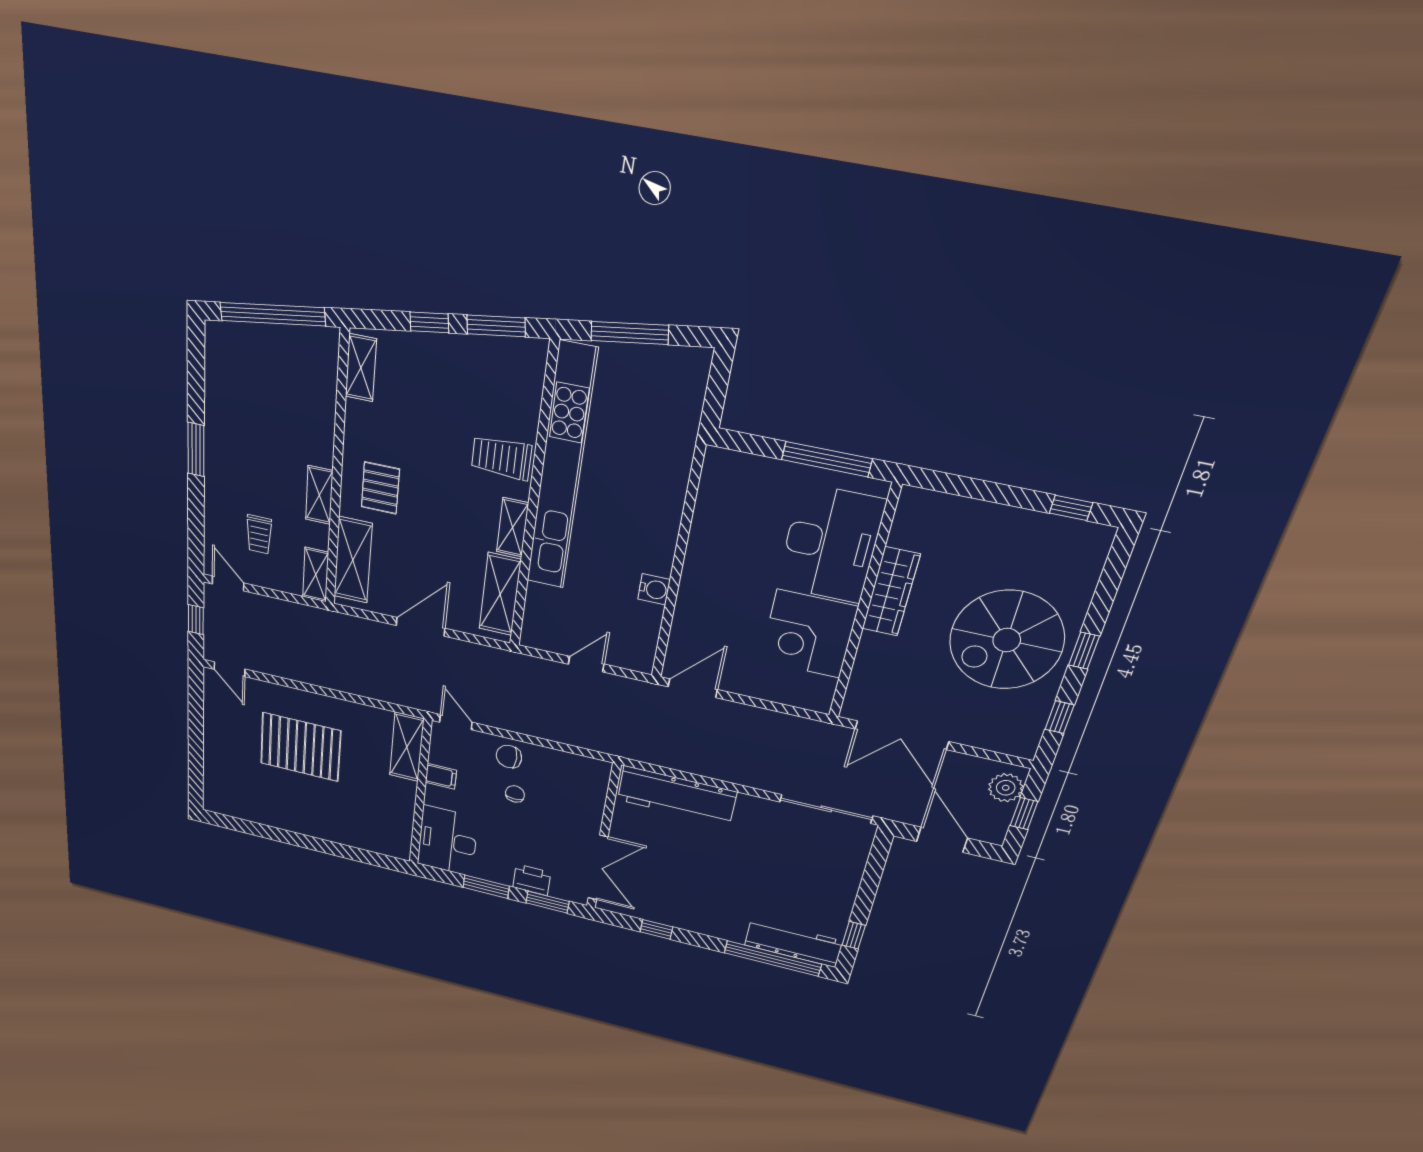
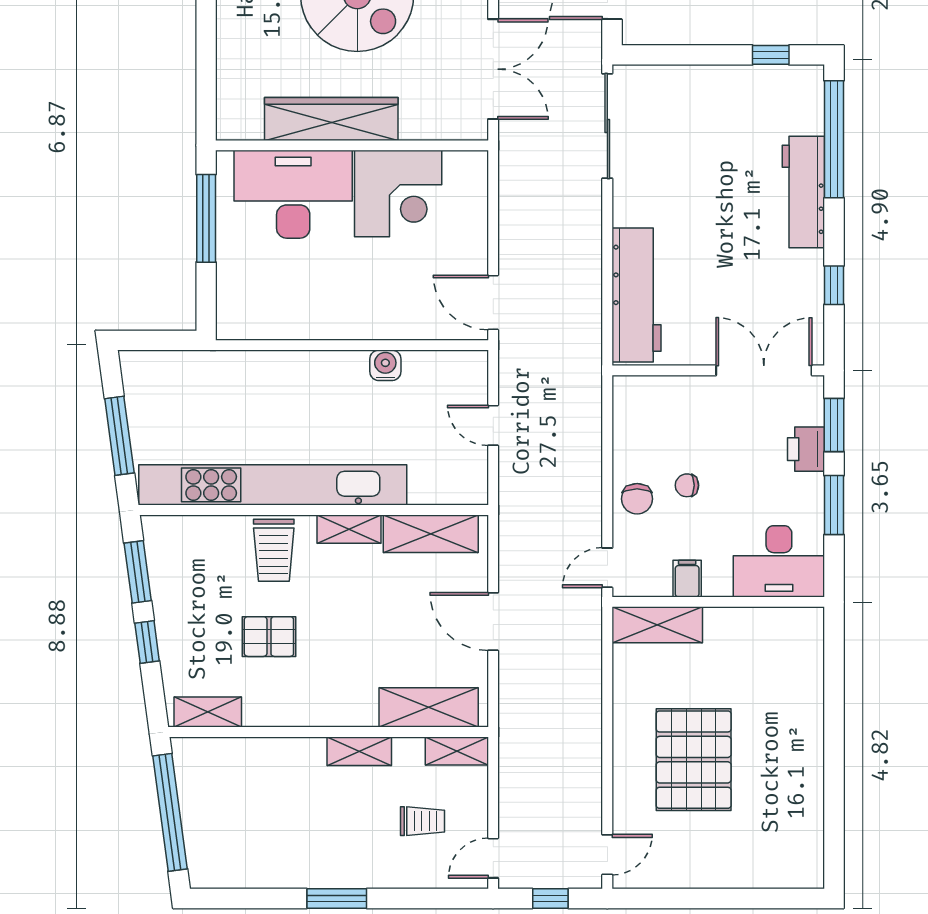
pallet: (380, 488) -> (269, 637), moved
wardrobe: (891, 592) -> (331, 119), width x1.40, depth x1.17
workbench: (793, 943) -> (803, 192), moved

